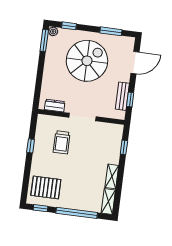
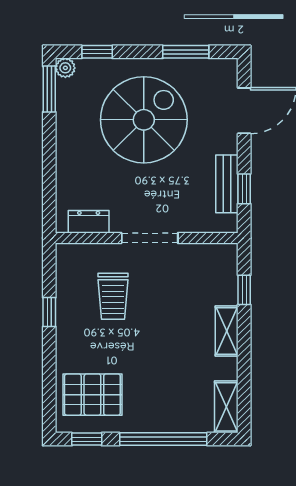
shelving: (112, 176) -> (227, 331), moved

